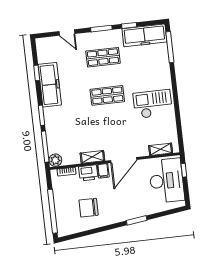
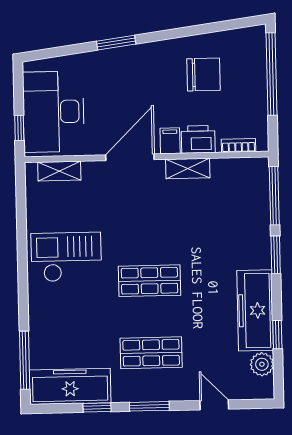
checkout: (153, 104) -> (66, 257), turned 180
plant: (55, 160) -> (262, 364), moved

